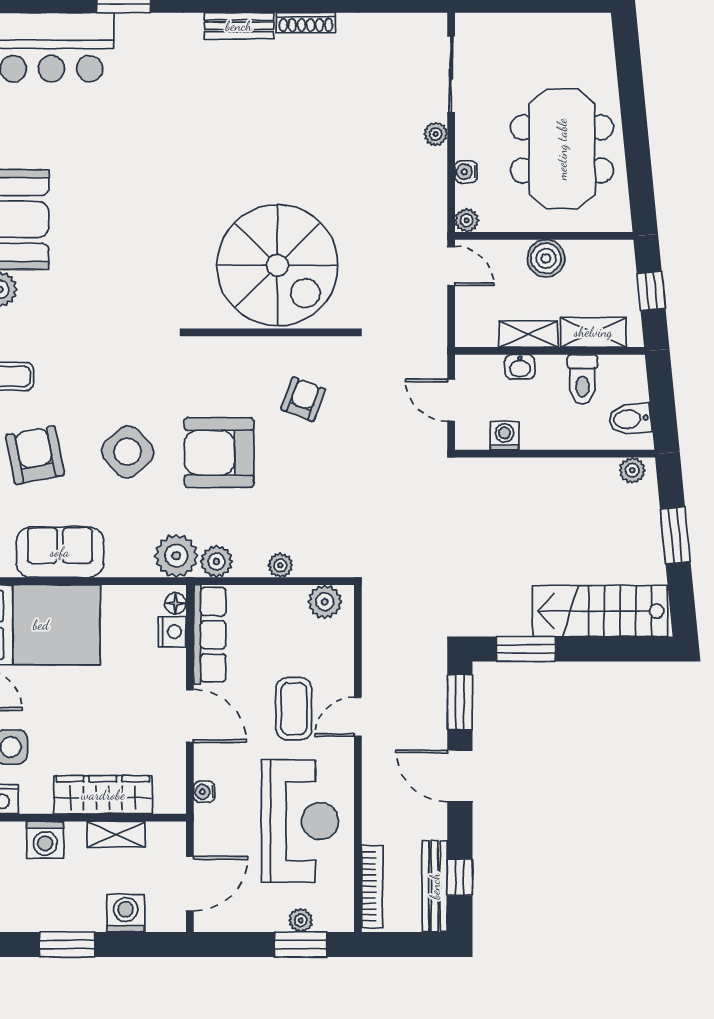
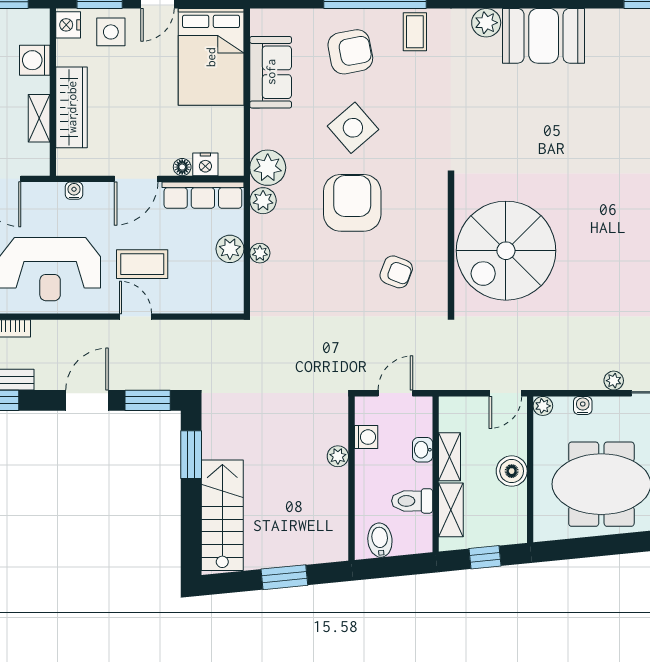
plant: (632, 470) -> (338, 456), moved
plant: (325, 602) -> (230, 249), moved
floor lamp: (175, 603) -> (182, 167), moved

